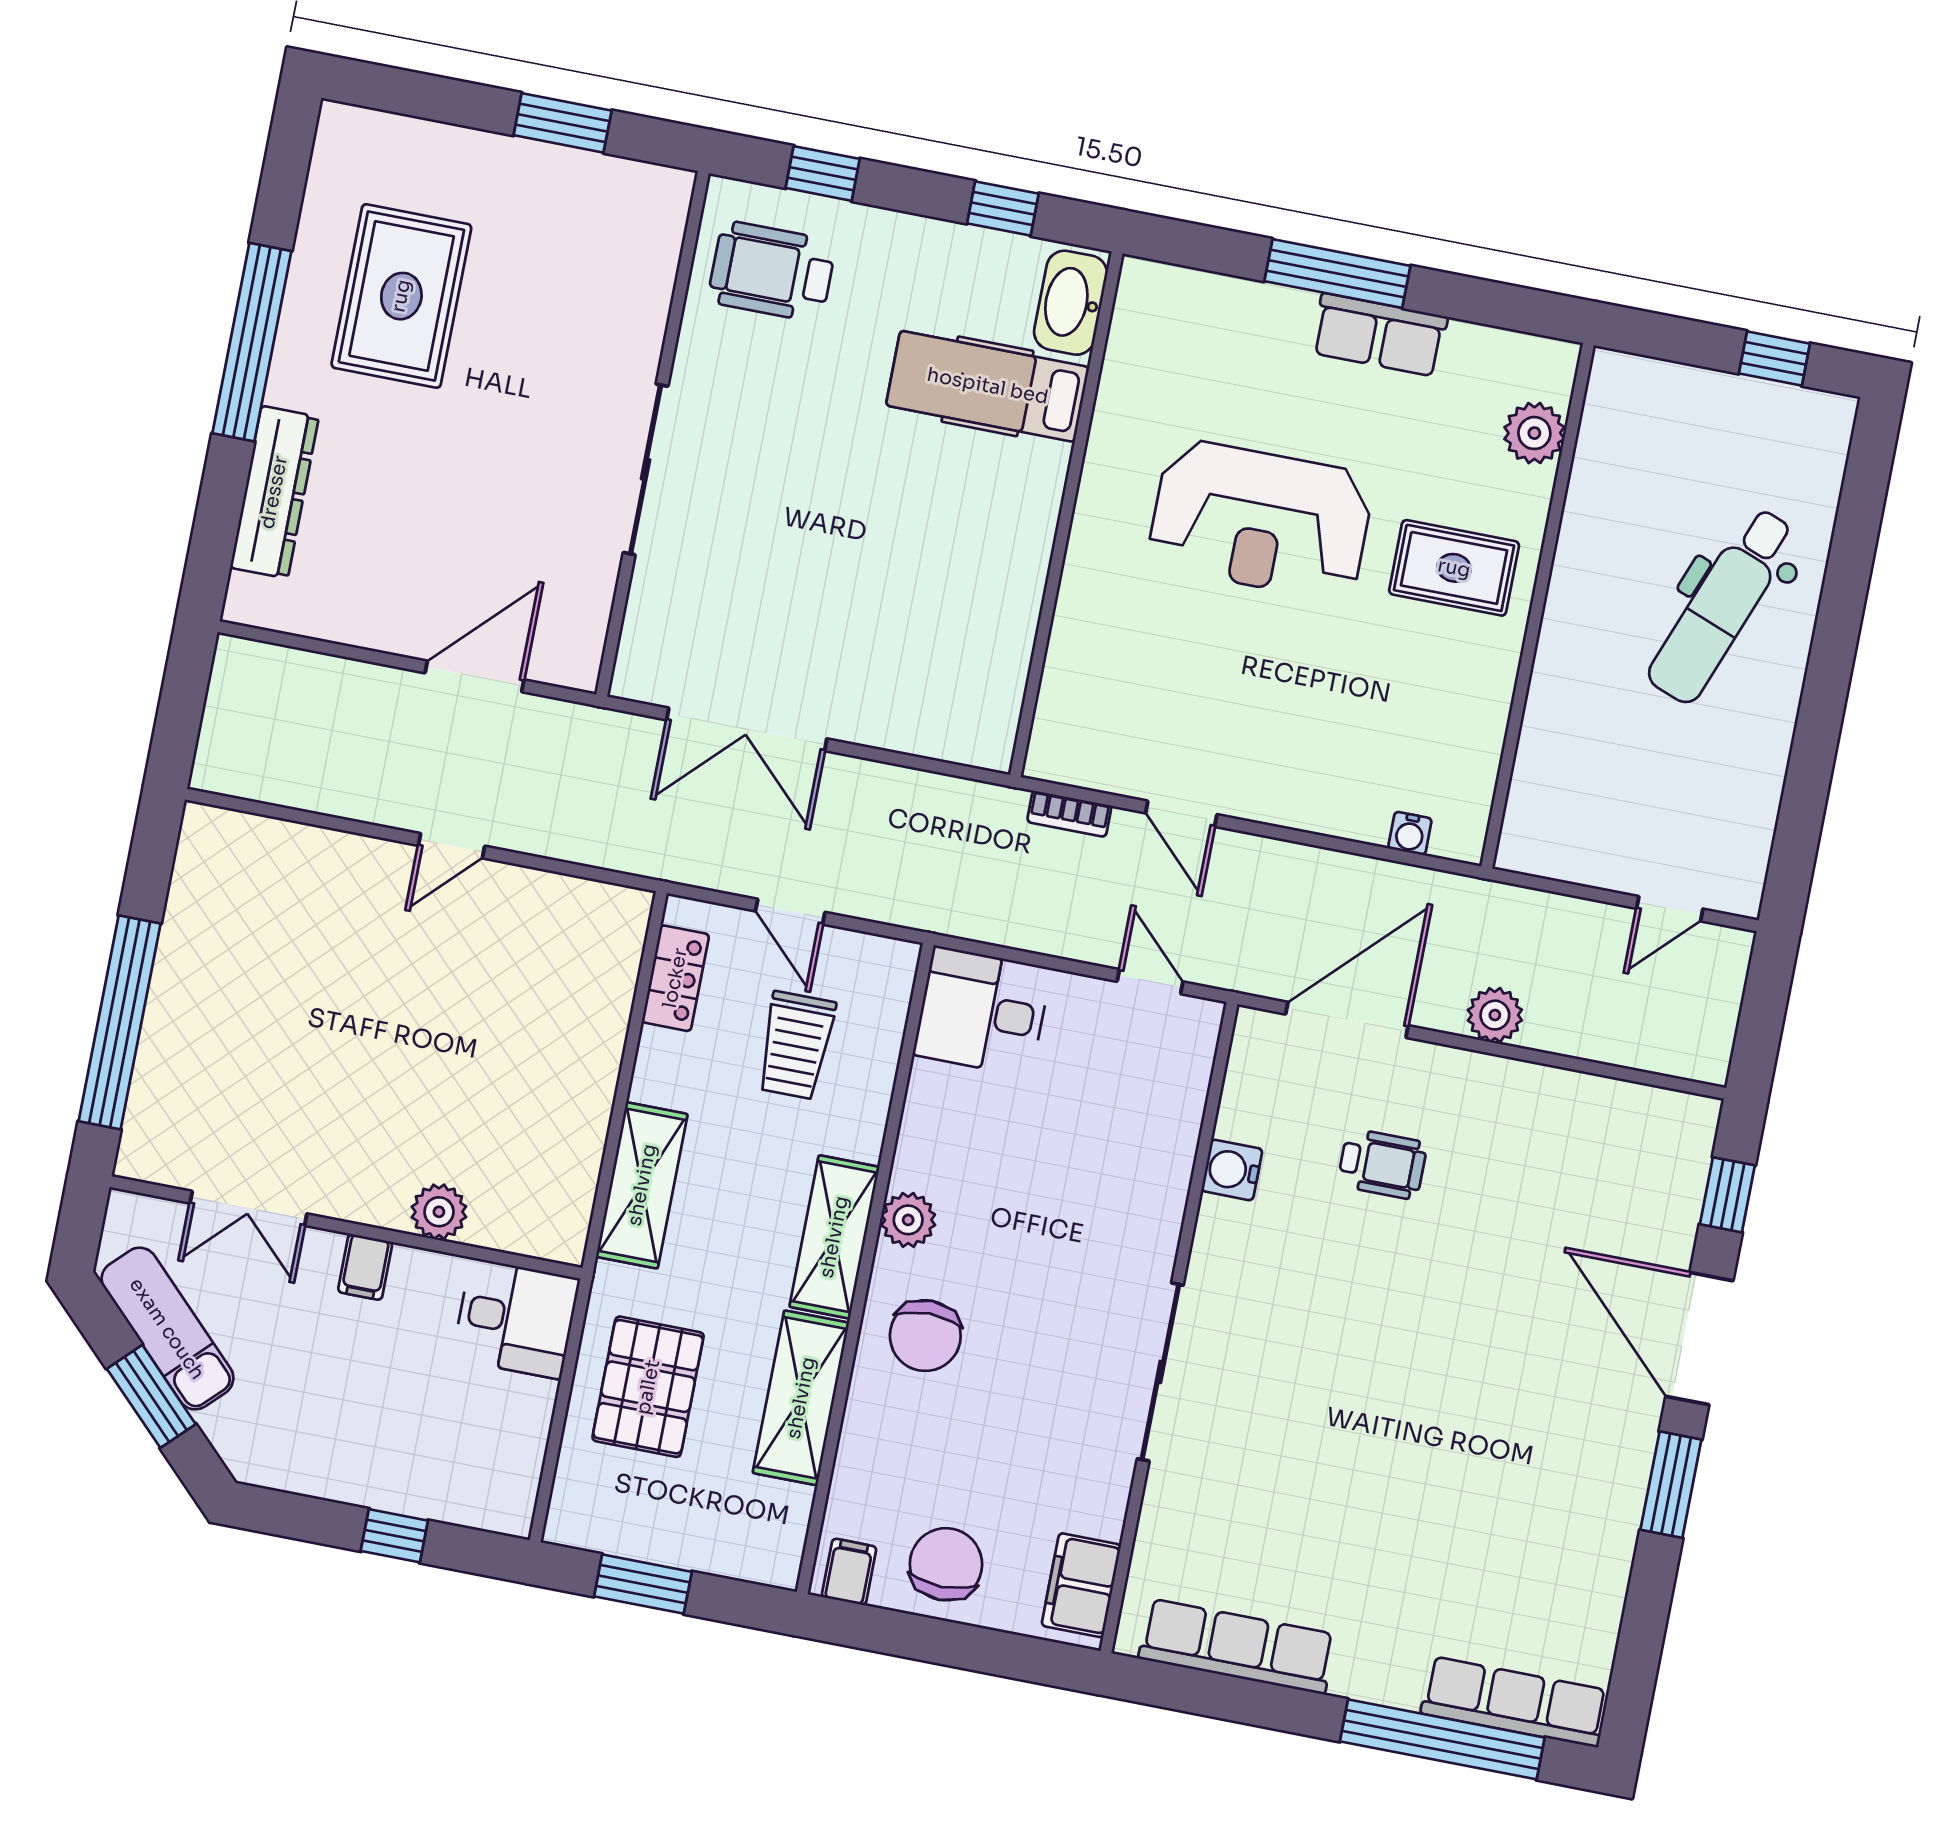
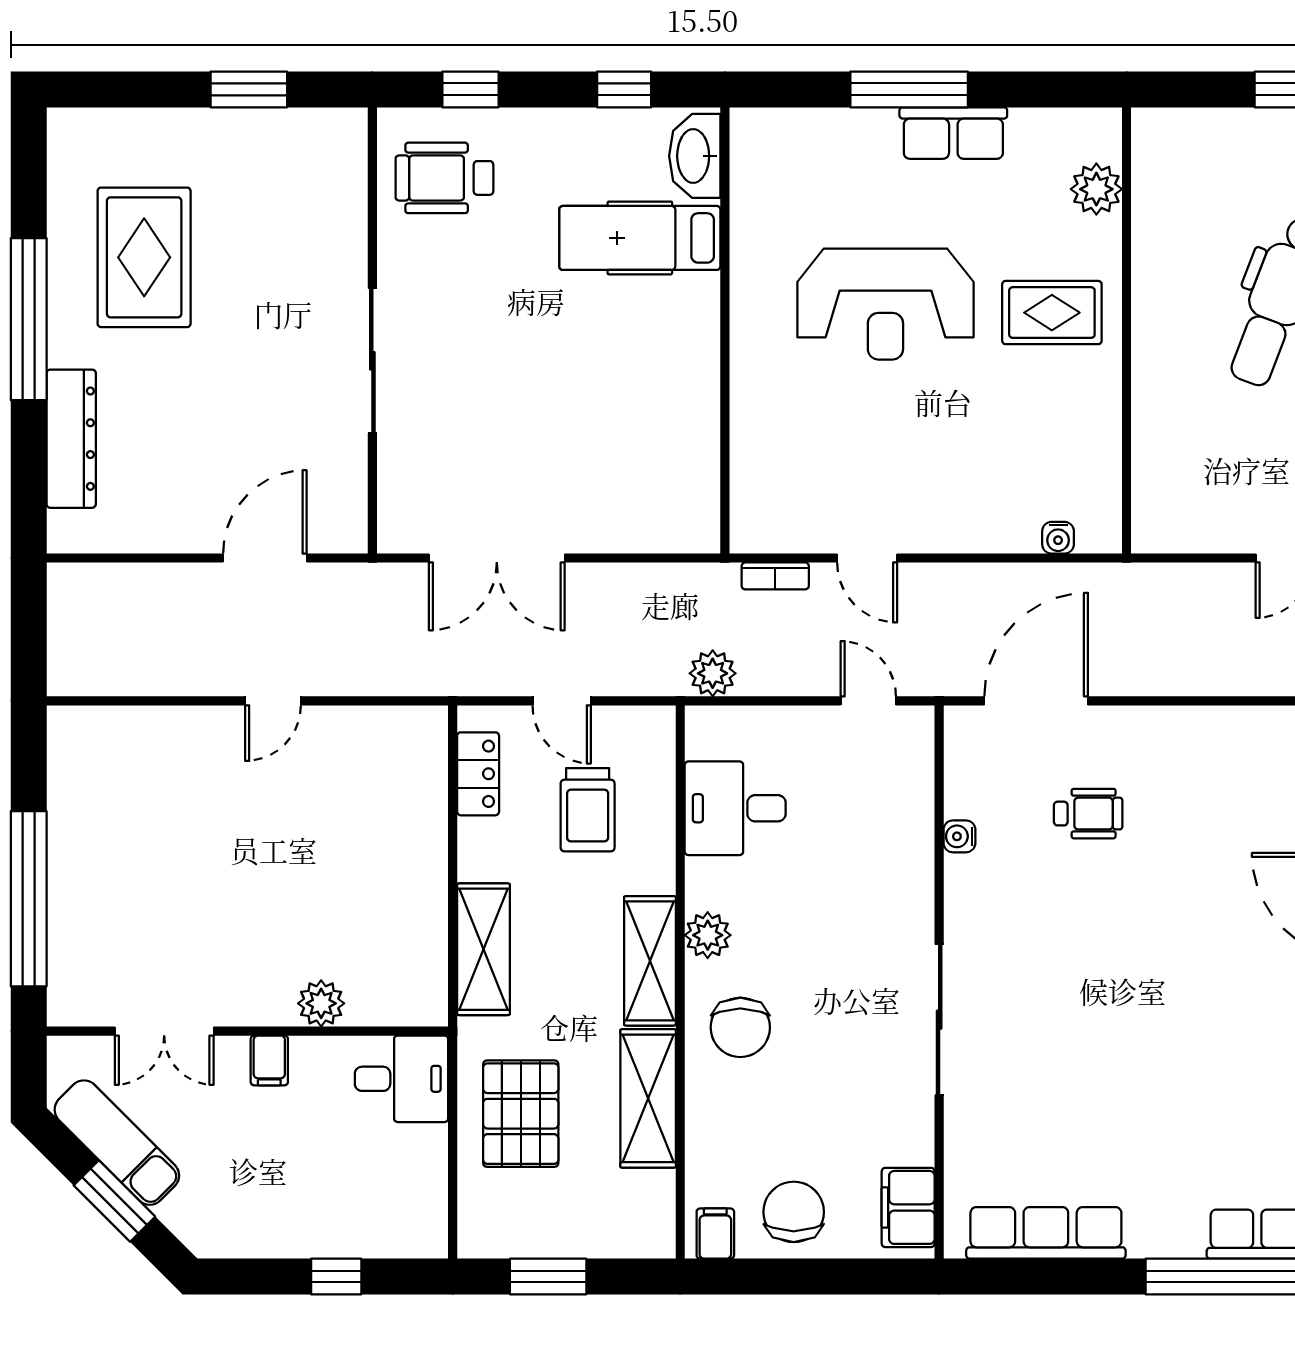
desk: (982, 1011) -> (735, 808), moved
plant: (1495, 1015) -> (713, 673), moved
water cooler: (1232, 1170) -> (959, 836), width x0.72, depth x0.72

